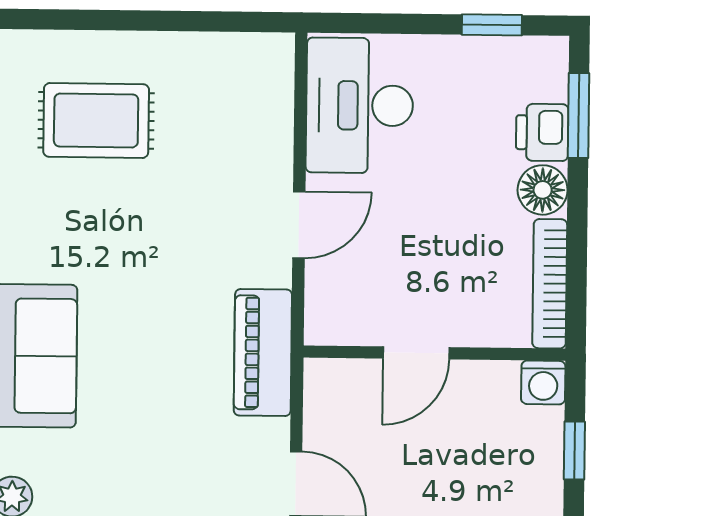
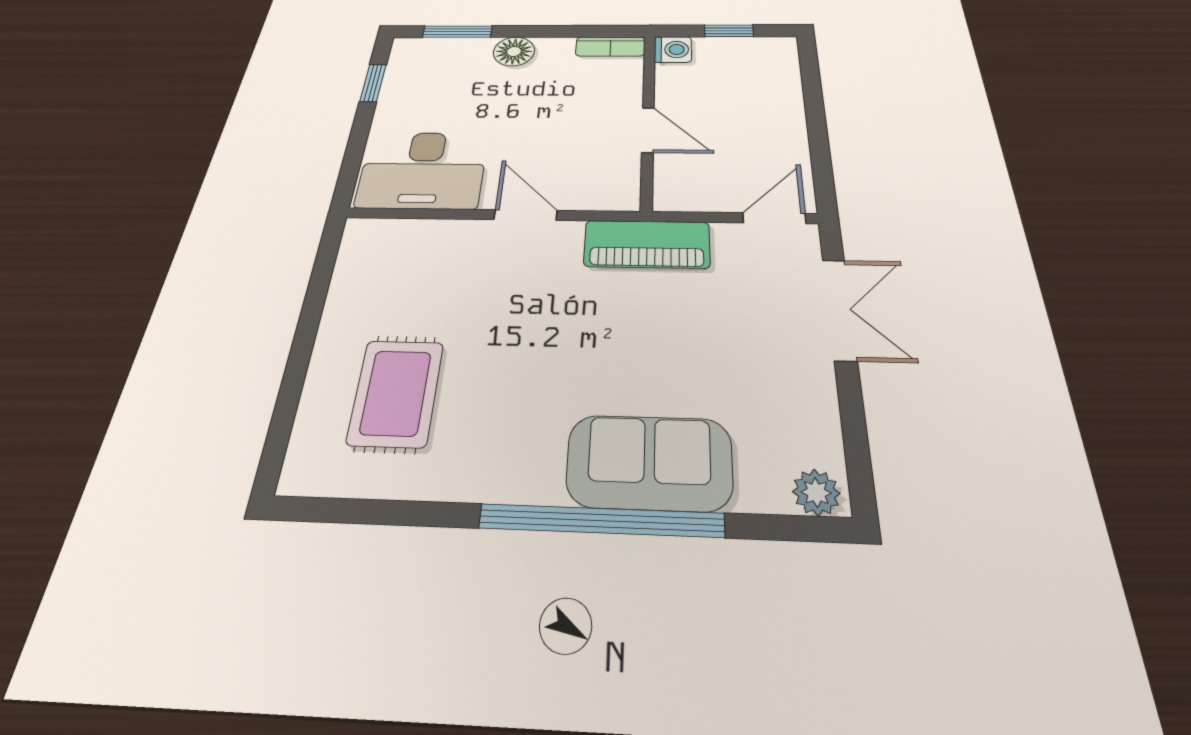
printer: (542, 132) -> (467, 52), removed
bookcase: (550, 284) -> (610, 46), width x0.64

